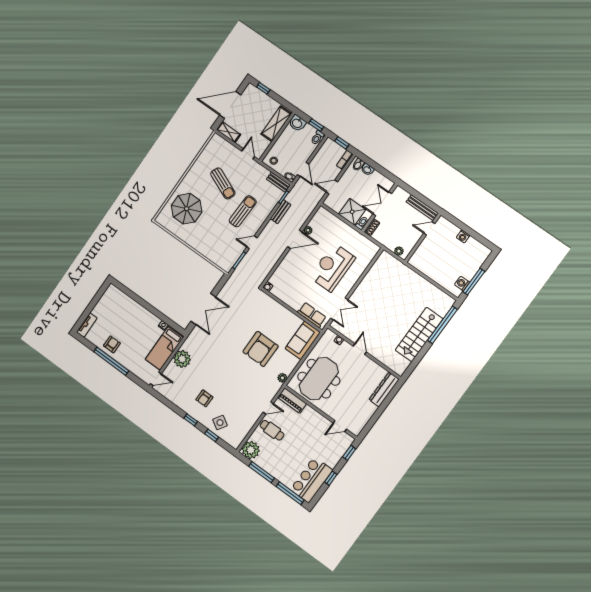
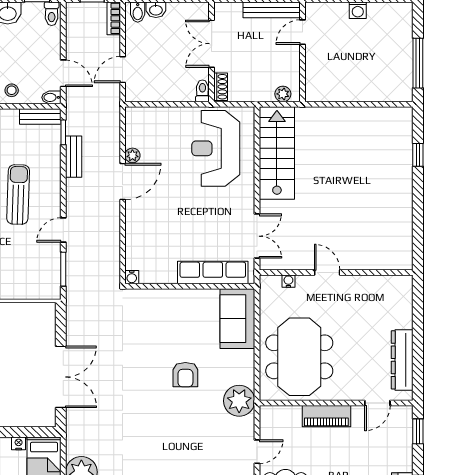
shower: (352, 212) -> (177, 85), removed
reception desk: (332, 267) -> (216, 148), moved
washing machine: (462, 284) -> (404, 77), removed
row of seats: (312, 315) -> (213, 272), width x1.48
window: (442, 325) -> (418, 155), width x0.32
stairs: (419, 335) -> (277, 153), moved, turned 180
armchair: (261, 349) -> (185, 375), width x0.53, depth x0.53
plant: (282, 378) -> (239, 401), width x1.87, depth x1.87
dresser: (384, 389) -> (402, 360), moved
piano: (292, 401) -> (326, 416), moved

